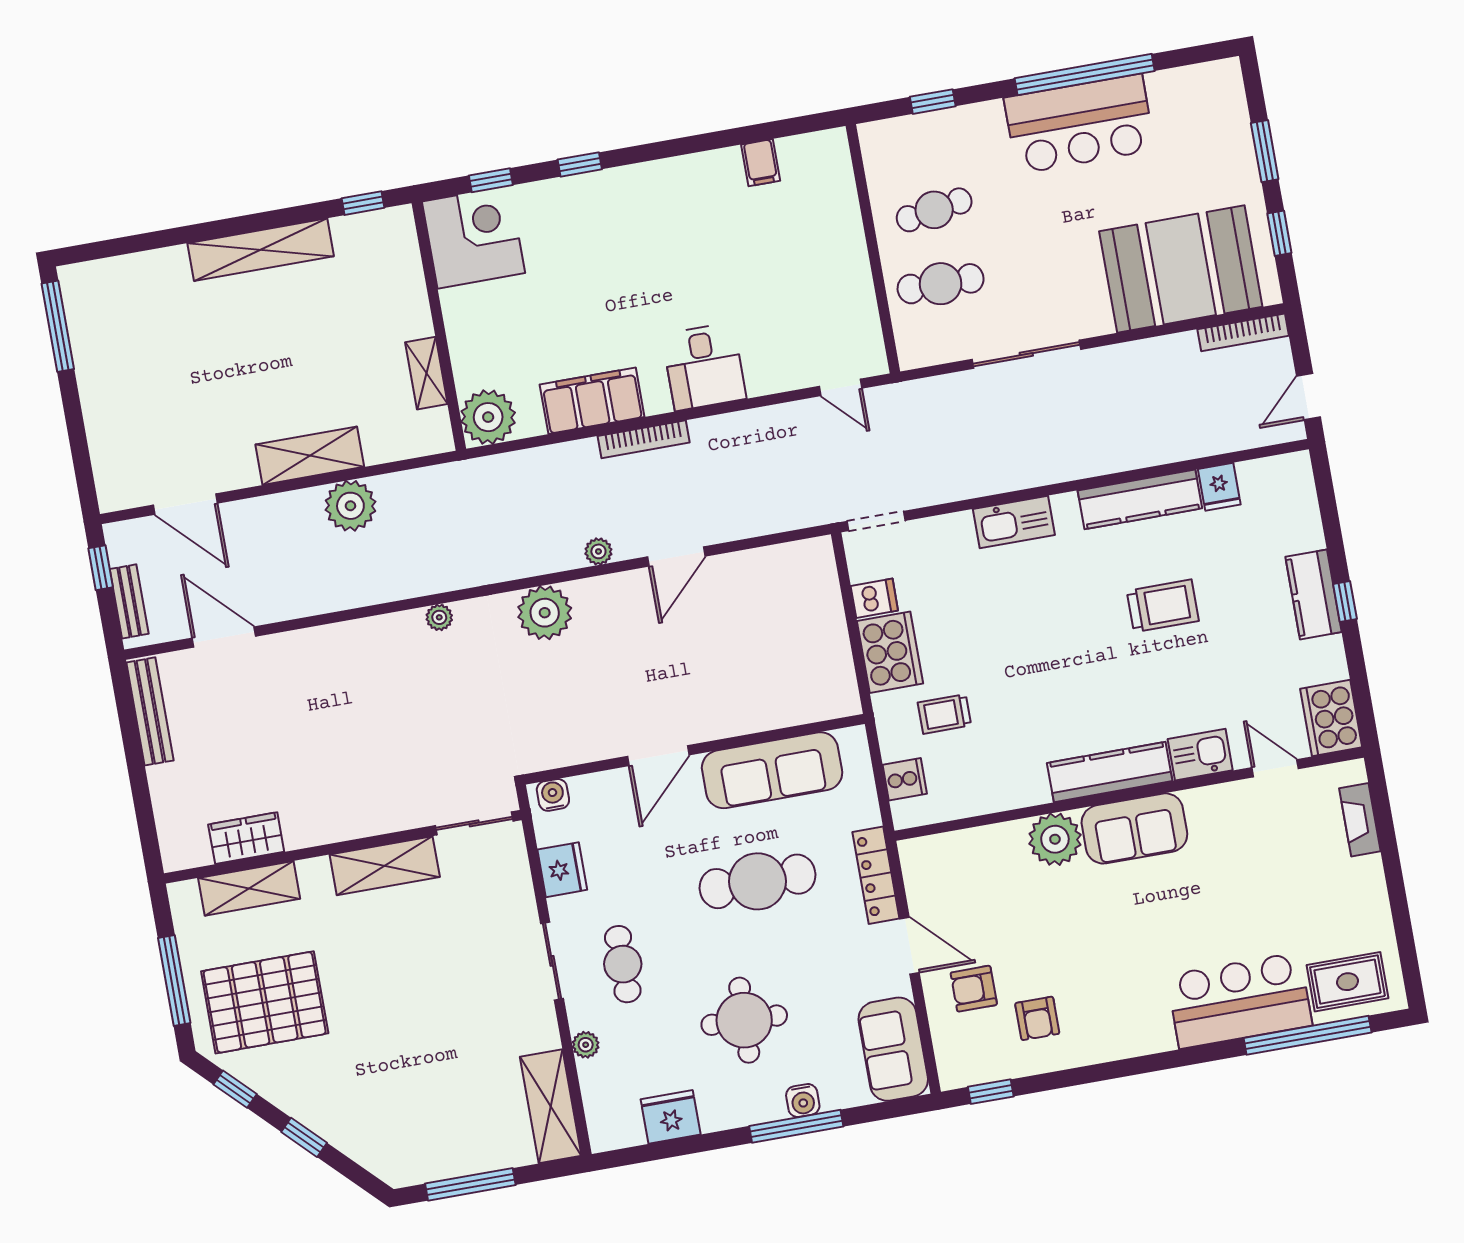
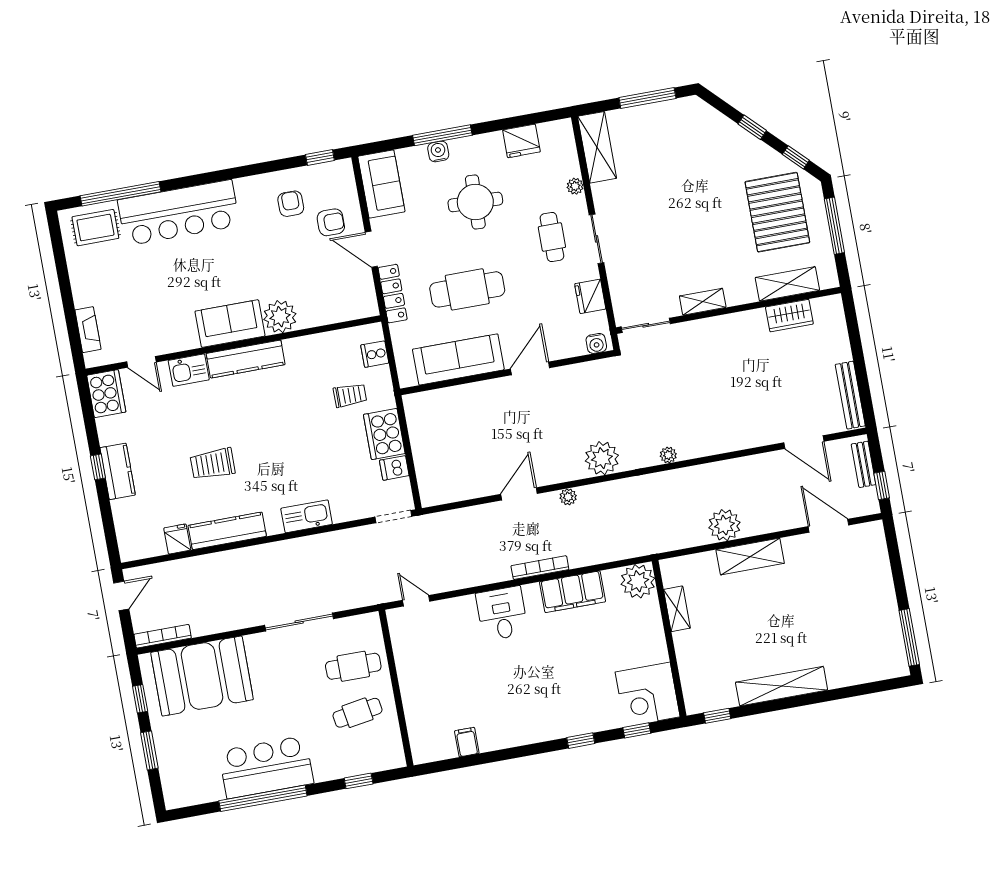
shelving: (385, 866) -> (703, 302), width x0.67, depth x0.75
bar counter: (1239, 1000) -> (179, 213), width x1.36
pallet: (265, 1002) -> (777, 212), turned 90

